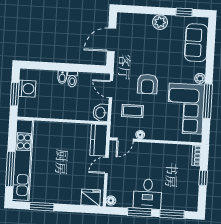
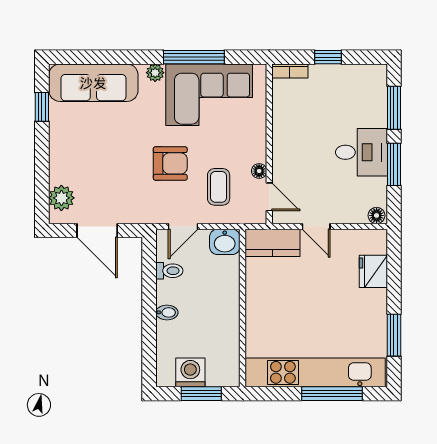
plant: (160, 22) -> (61, 198), moved
sofa: (196, 43) -> (93, 83), width x1.36
toilet: (72, 79) -> (169, 271), moved
fridge: (91, 197) -> (373, 271), moved

